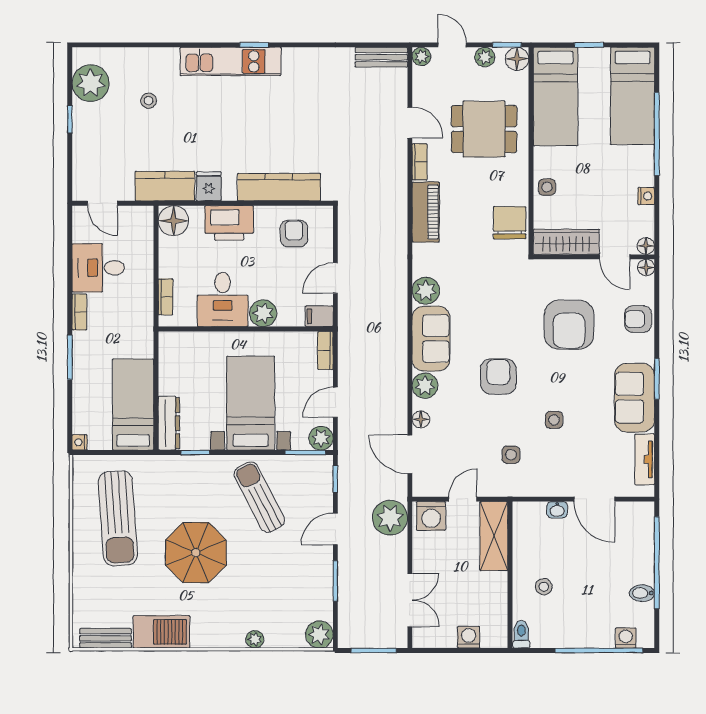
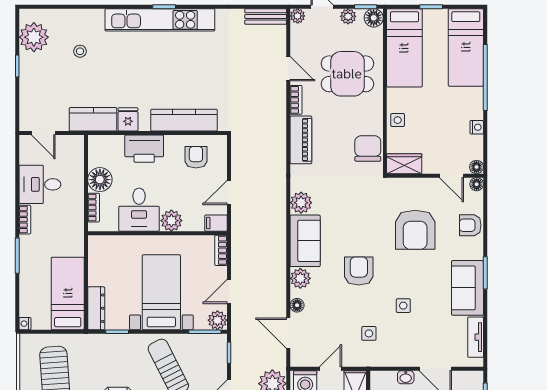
kitchen unit: (231, 61) -> (160, 20), width x1.36
floor lamp: (173, 221) -> (100, 180), moved
wardrobe: (566, 242) -> (404, 164), width x0.67

